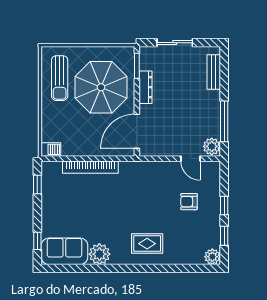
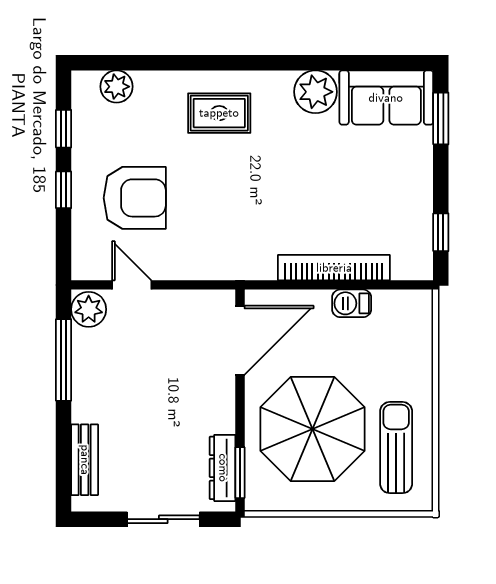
dresser: (146, 87) -> (223, 468), moved
barbecue: (51, 149) -> (352, 303), moved
armchair: (189, 202) -> (135, 198), width x1.88, depth x1.88
window: (37, 241) -> (441, 118), width x1.50
plant: (212, 257) -> (117, 87), moved

